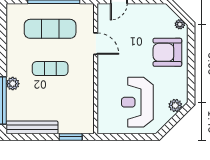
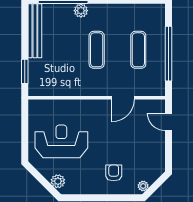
exercise mat: (50, 29) -> (138, 50), width x0.73, depth x0.69
armchair: (167, 52) -> (114, 173), width x0.53, depth x0.53

